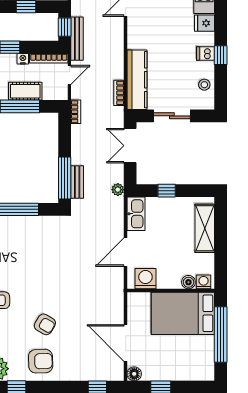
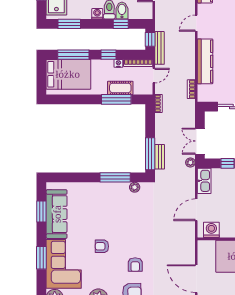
kitchen counter: (137, 80) -> (205, 61), moved
double door: (130, 146) -> (200, 141), moved
plant: (44, 222) -> (135, 187), added
armchair: (45, 324) -> (135, 265), turned 60

